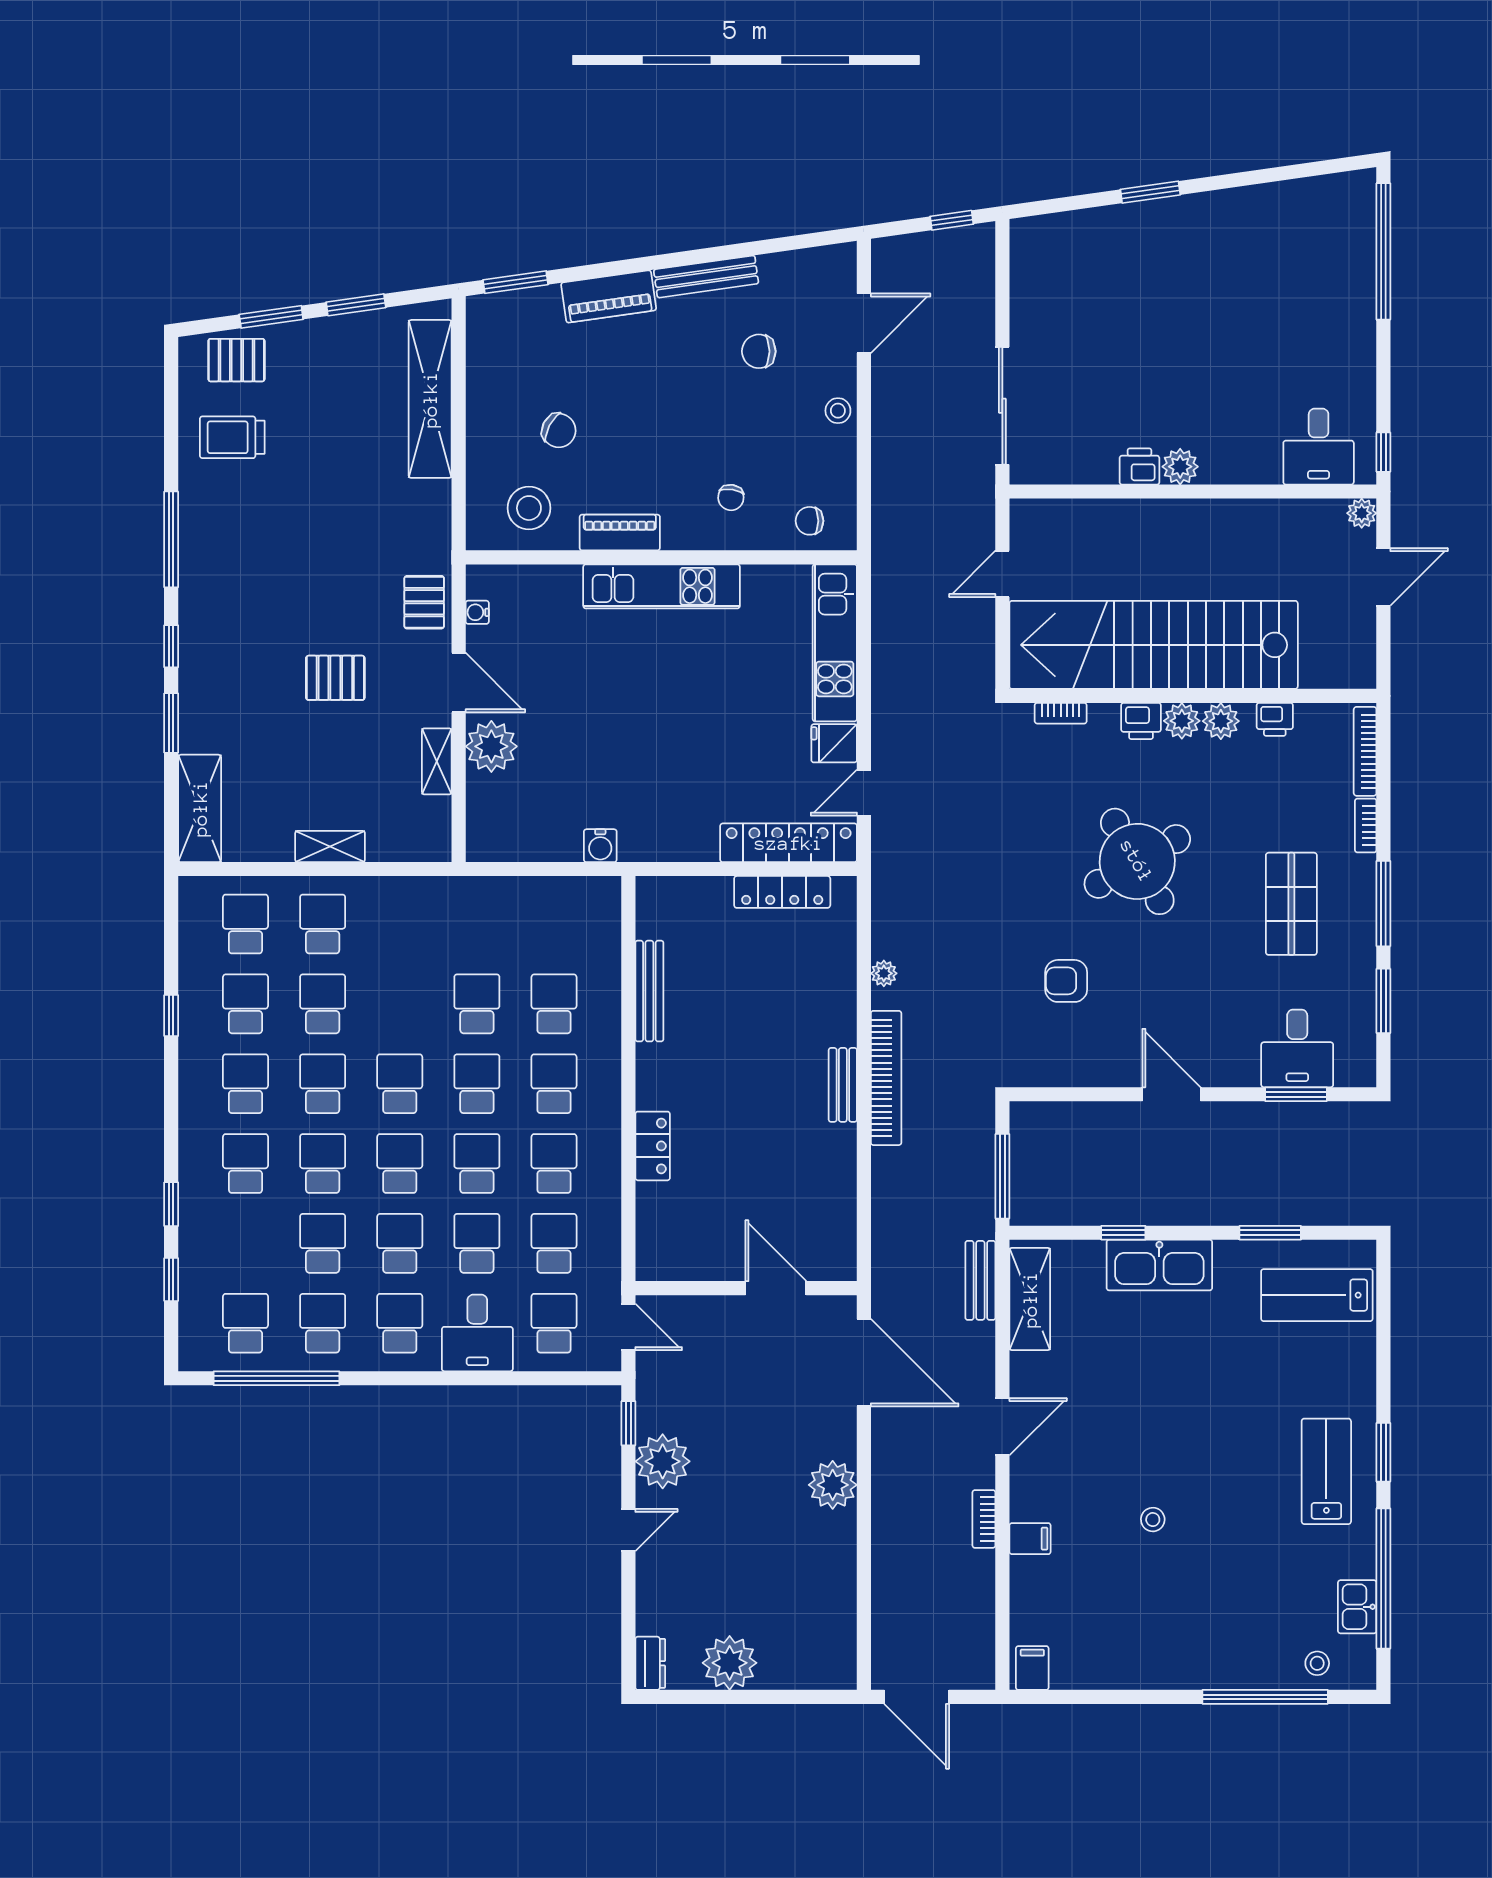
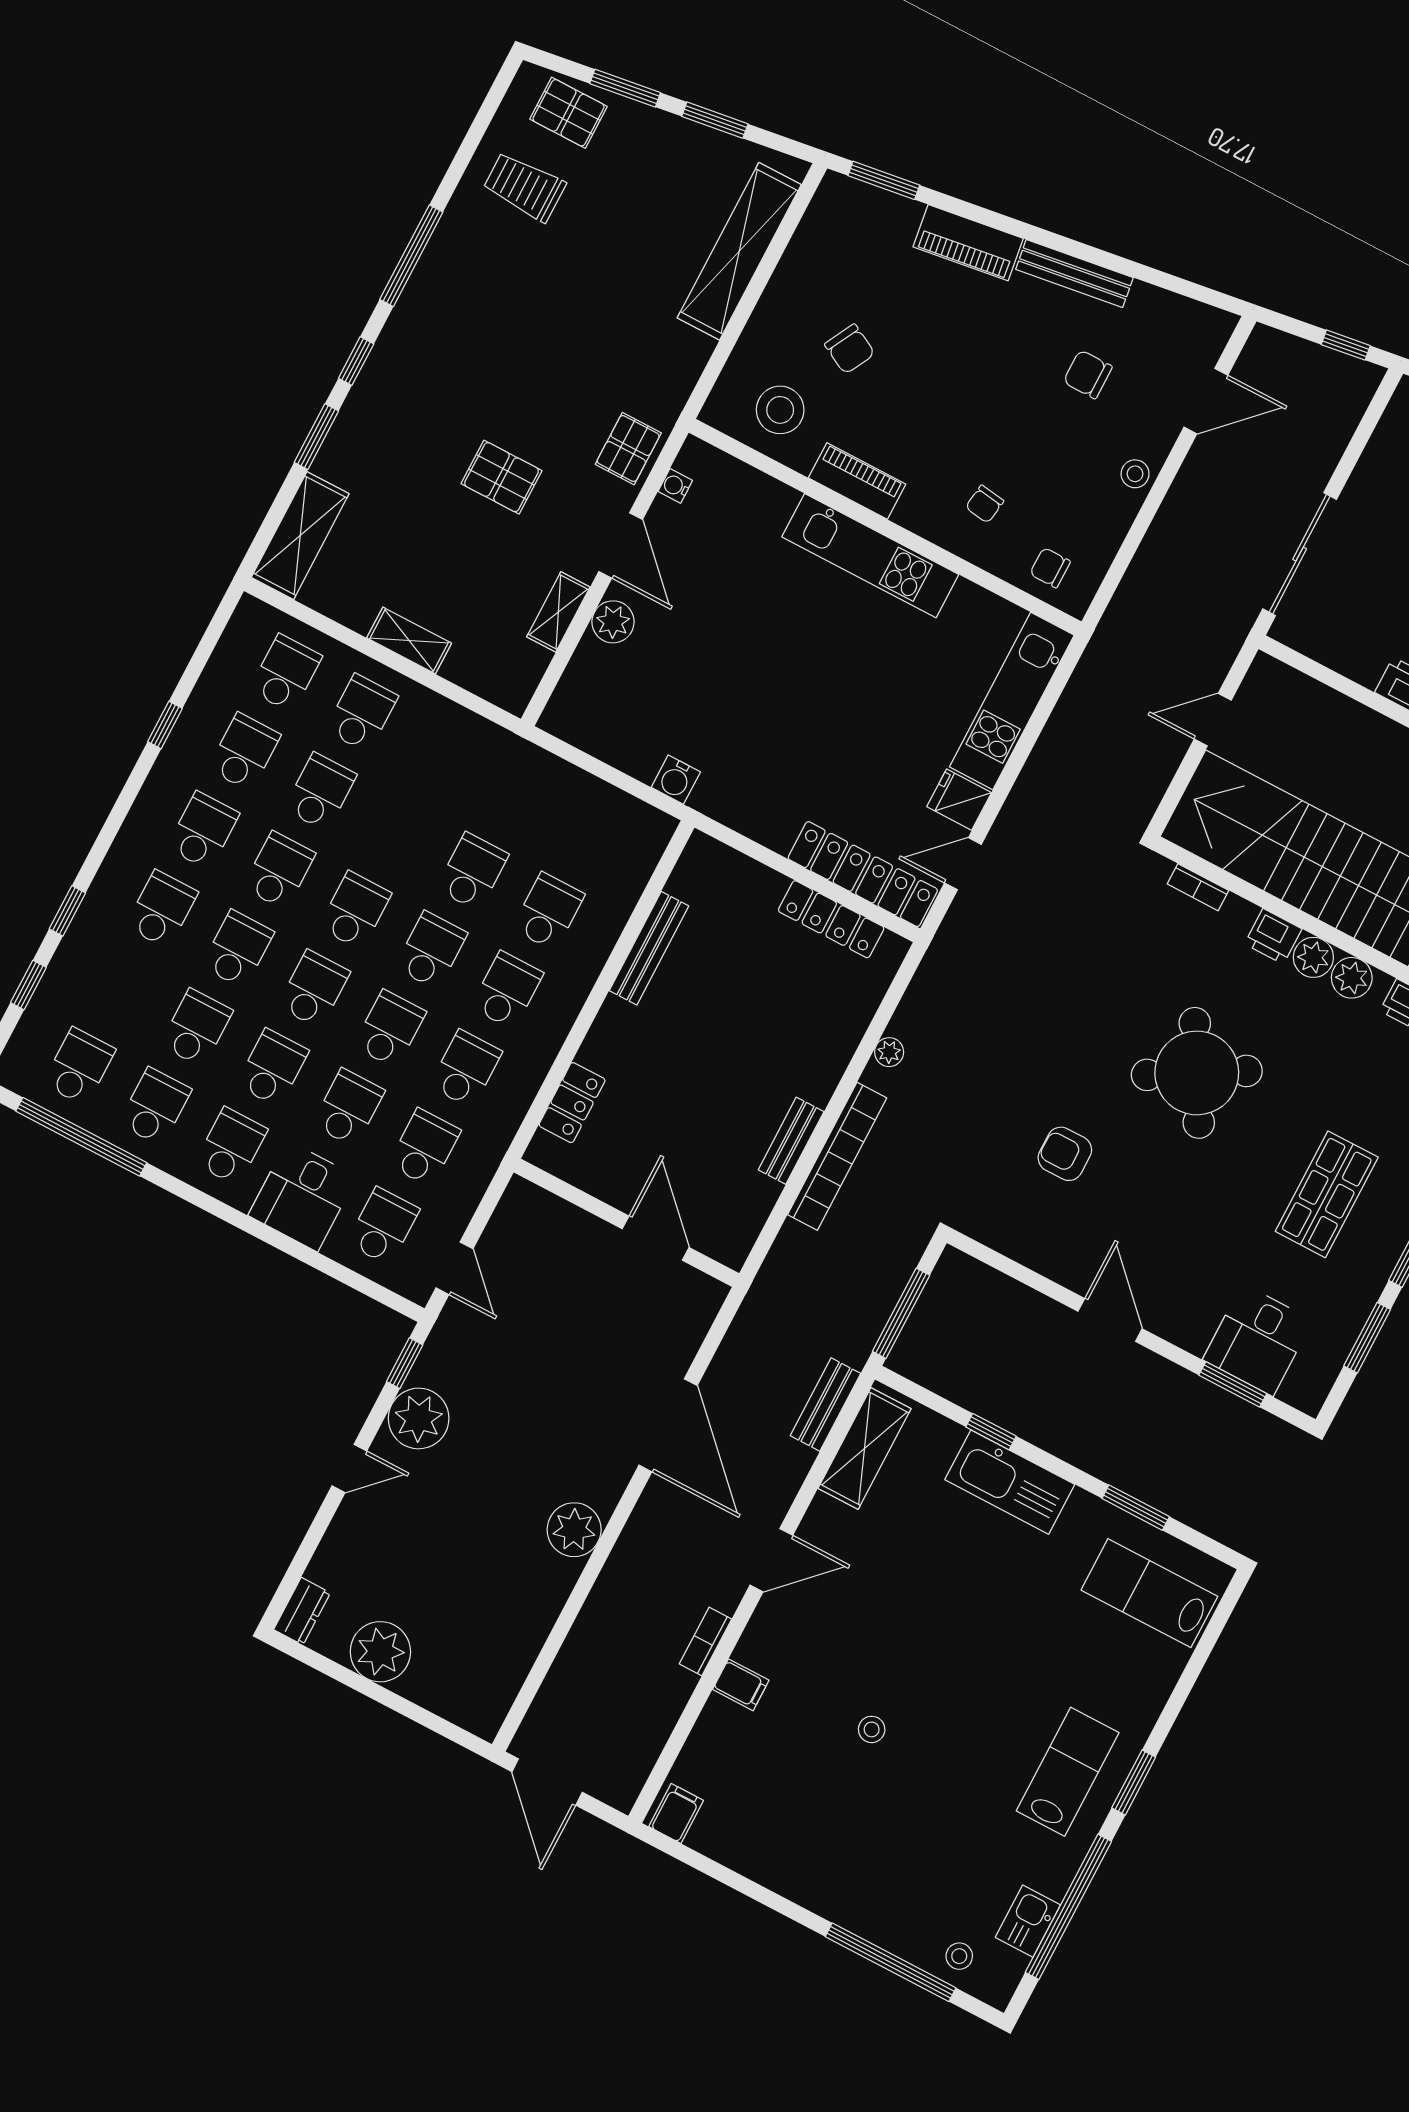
plant: (491, 746) -> (613, 622), width x0.73, depth x0.73
wall: (746, 1288) -> (626, 1223), moved
door: (776, 1288) -> (656, 1238), moved

